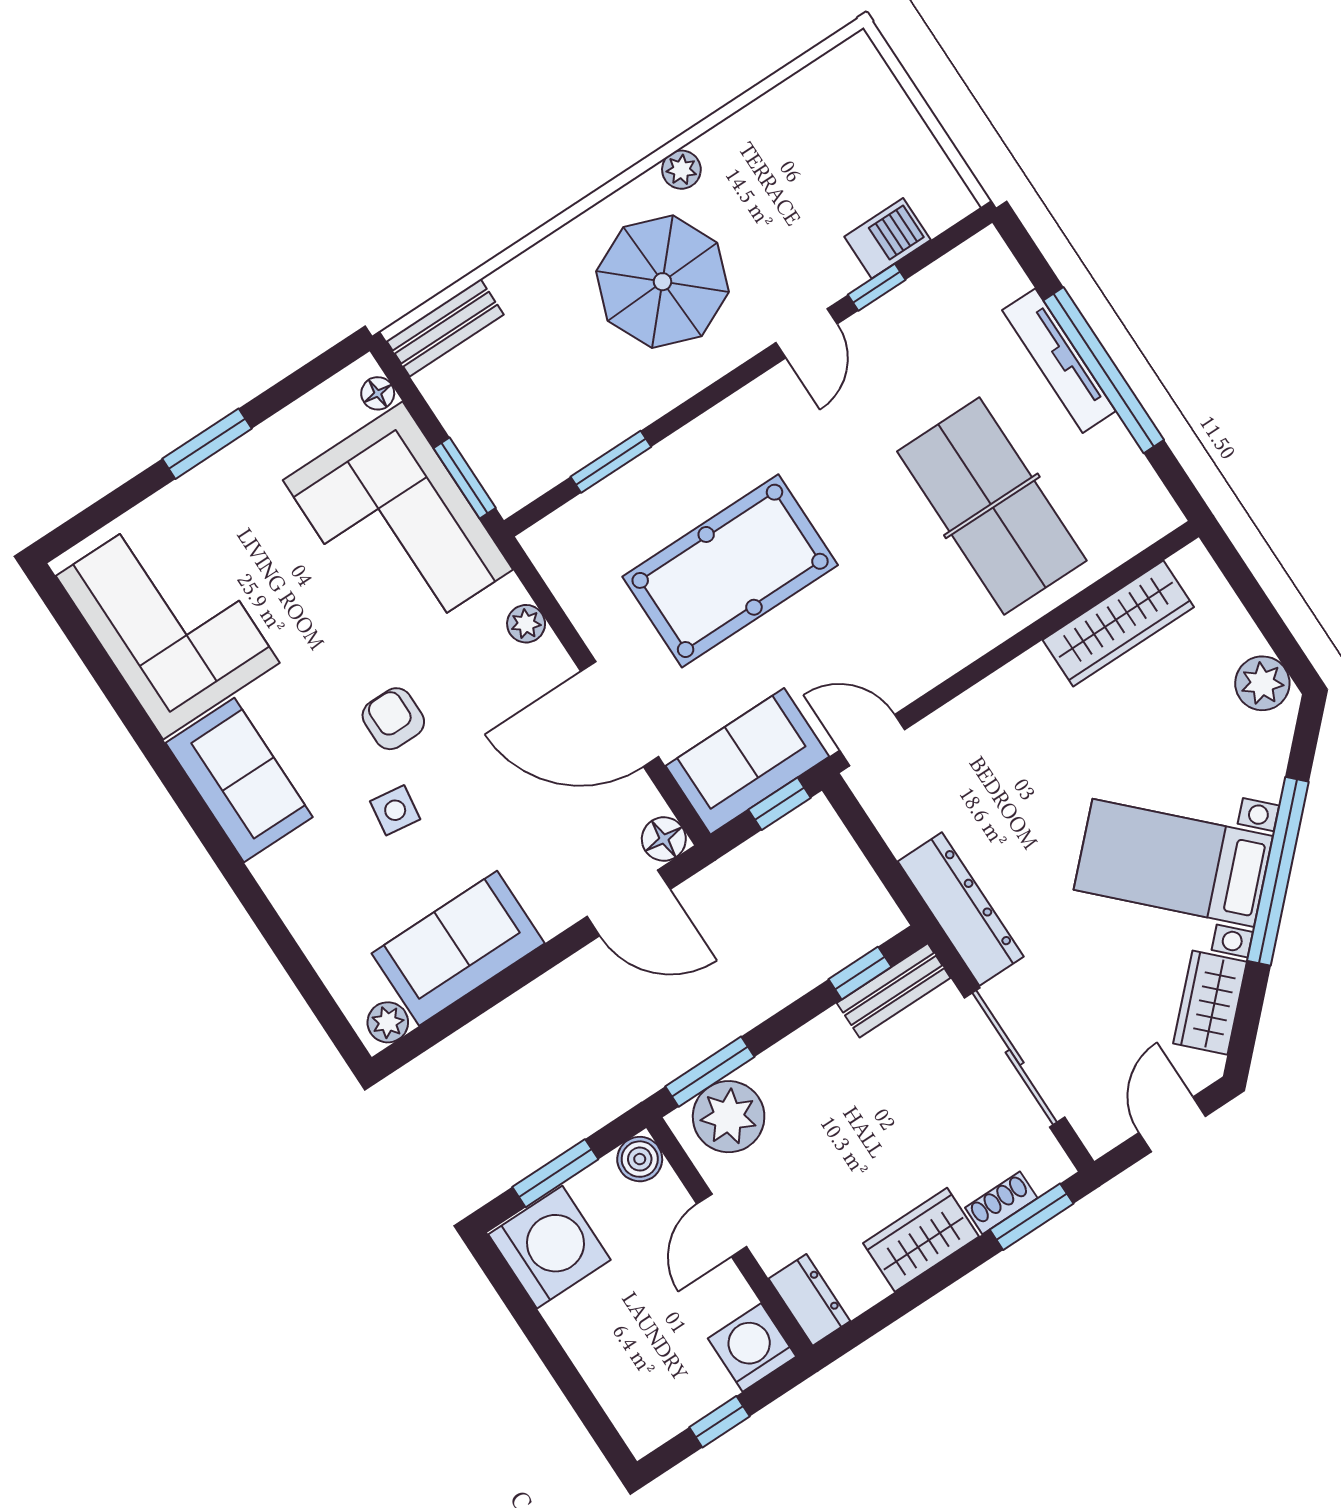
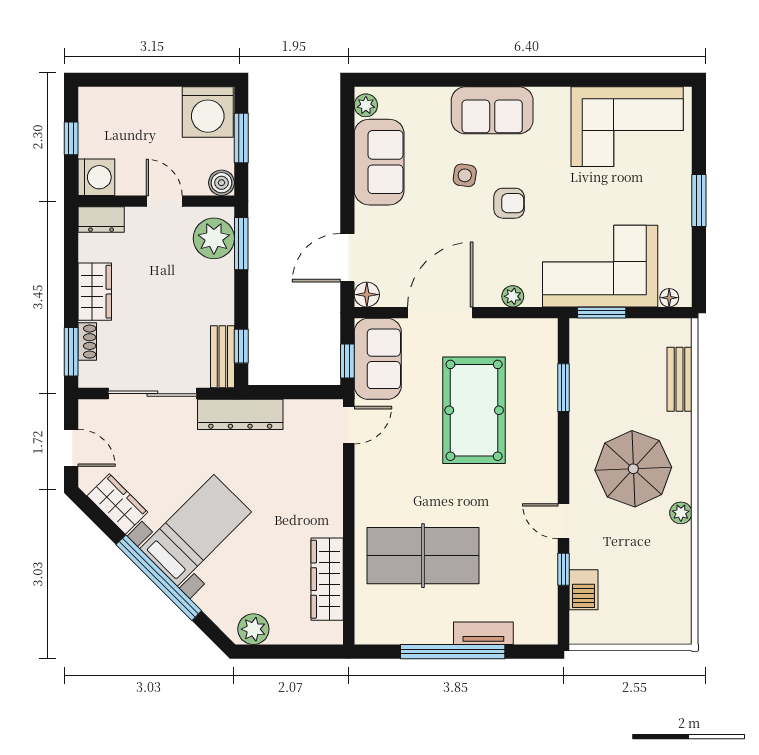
bench: (445, 328) -> (680, 379), moved
tv unit: (1059, 361) -> (483, 633), width x0.71
sofa: (239, 780) -> (492, 110), moved

